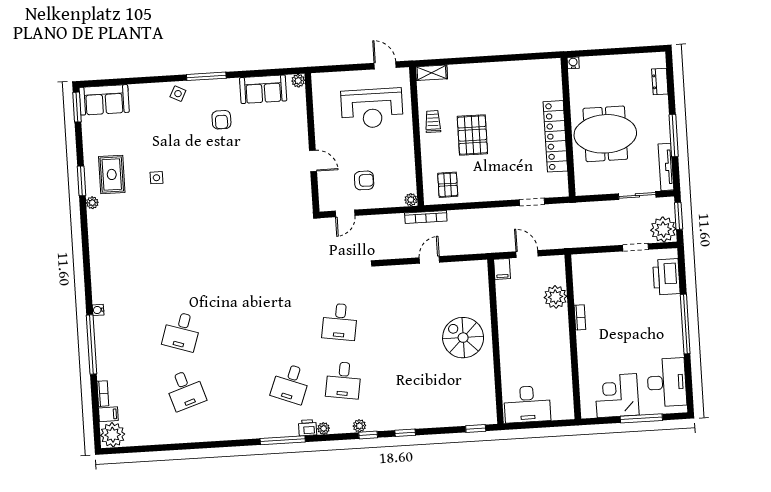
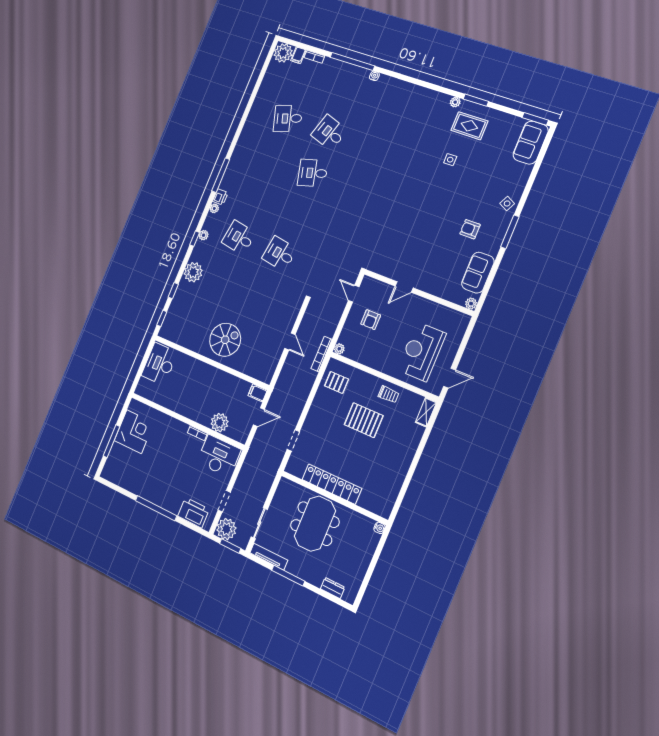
desk: (667, 382) -> (219, 456), moved, turned 180
desk: (291, 383) -> (313, 173), moved, turned -36
plant: (407, 417) -> (193, 272), added
window: (405, 433) -> (173, 291), moved

